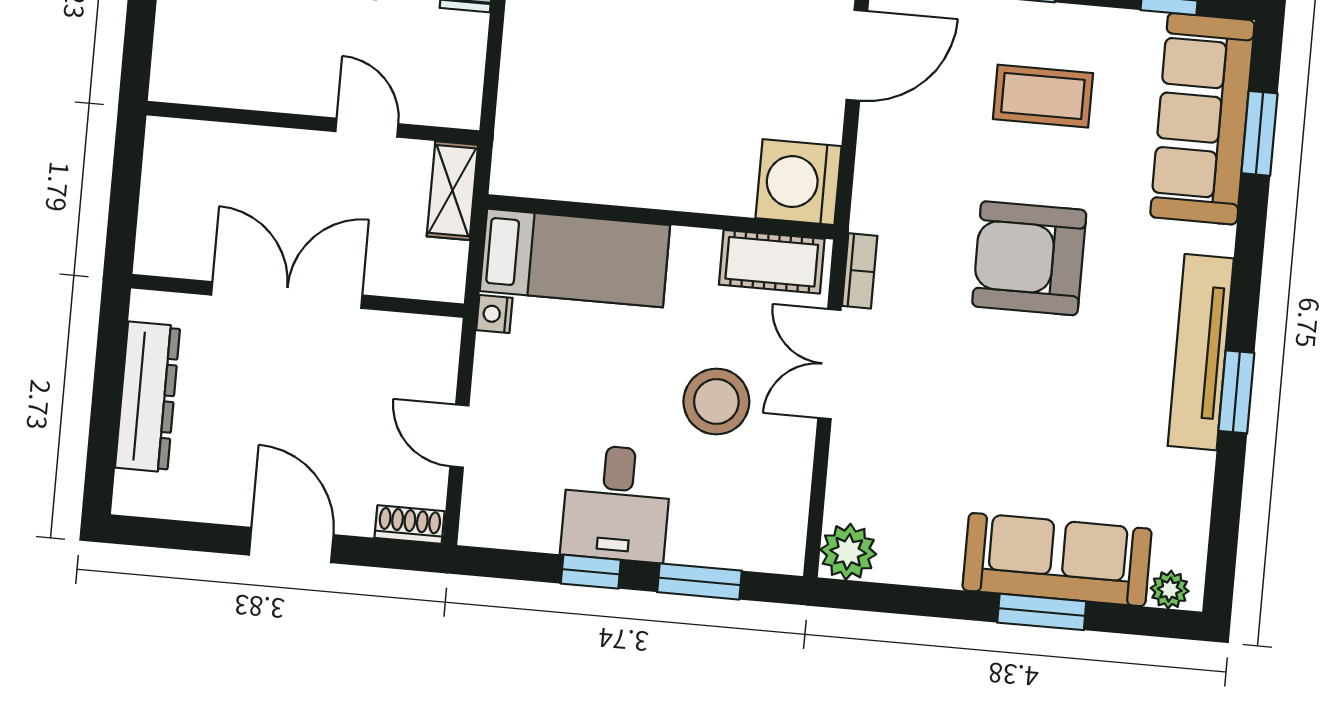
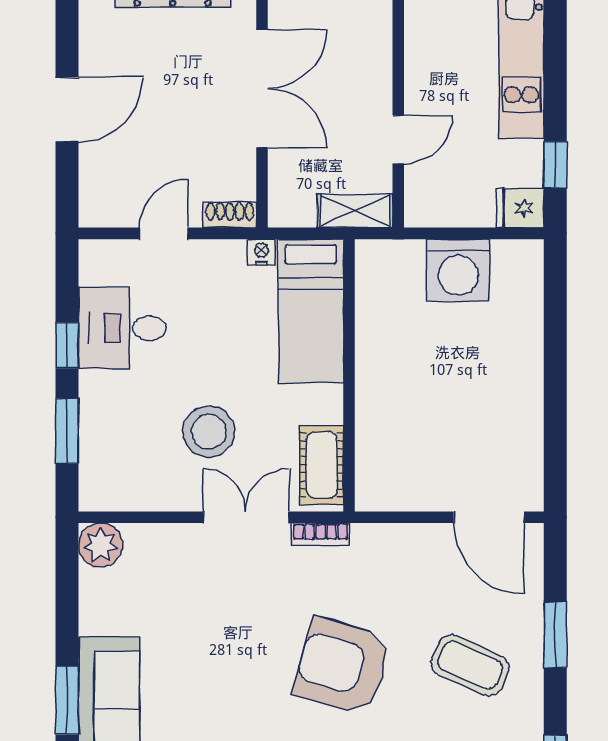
coffee table: (1043, 96) -> (470, 665), turned -66
washing machine: (799, 182) -> (458, 270), moved, turned 180
armchair: (1029, 258) -> (342, 666), turned -74
desk: (616, 503) -> (122, 328), moved
shoe rack: (410, 525) -> (230, 215), moved, turned -90

